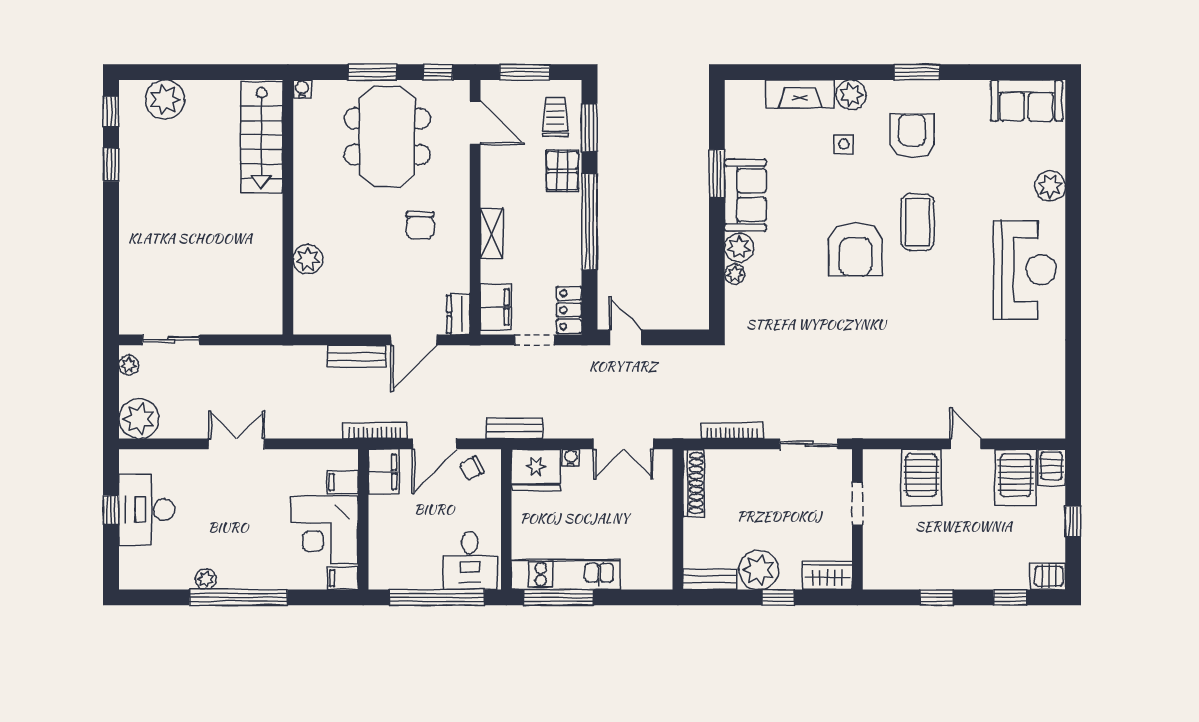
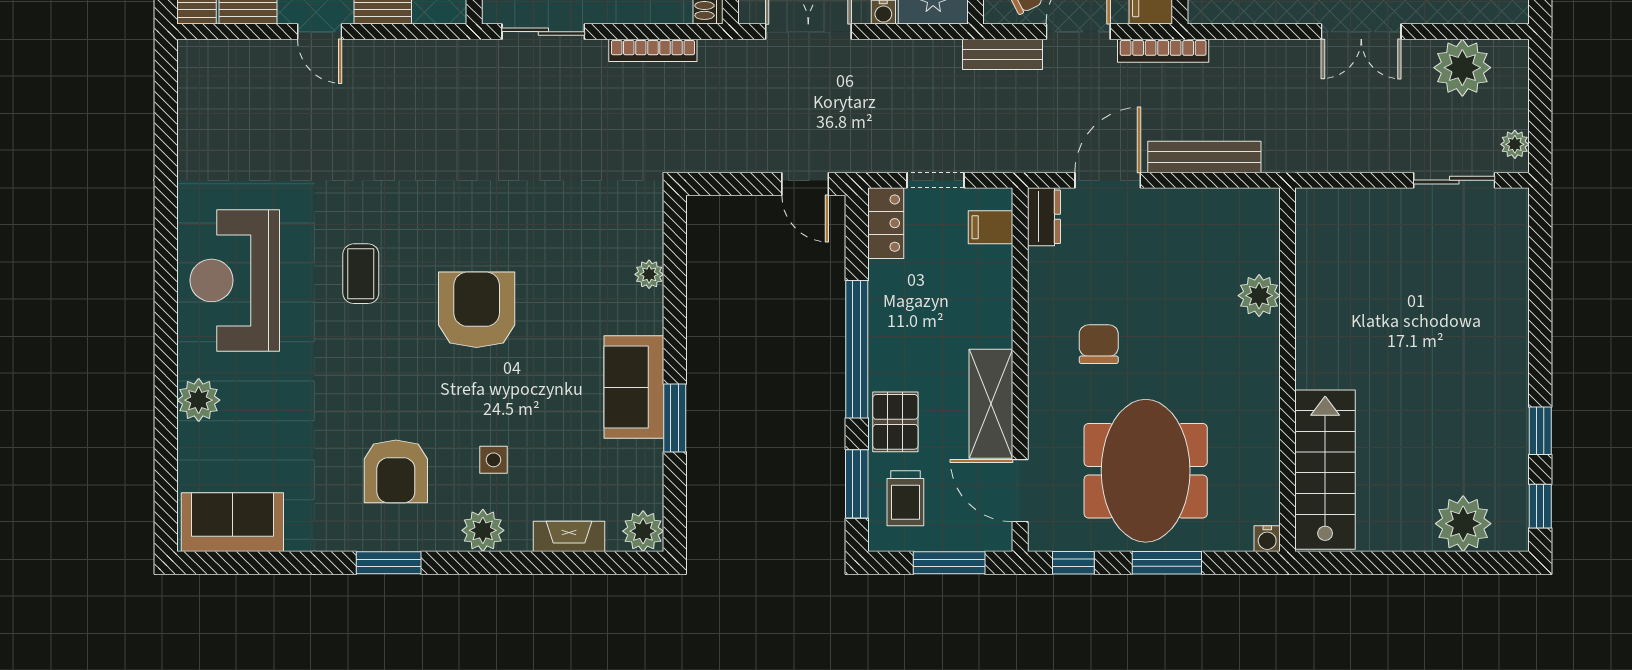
fireplace: (800, 94) -> (569, 536), width x0.73, depth x0.76
coffee table: (918, 222) -> (361, 274), moved, width x0.73, depth x0.77
shelving: (492, 233) -> (991, 404), moved, width x1.50, depth x1.33
plant: (739, 248) -> (643, 531), moved
filing cabinet: (496, 307) -> (991, 227), width x0.50
bench: (357, 356) -> (1204, 157), width x1.36
plant: (139, 419) -> (1462, 68), moved
bench: (514, 428) -> (1003, 54), moved

